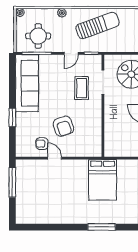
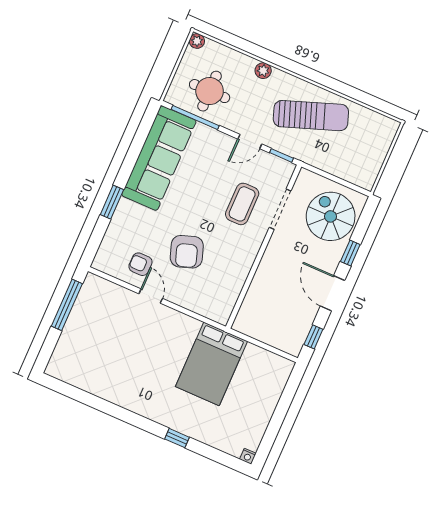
window: (102, 227) -> (177, 438), width x0.46

